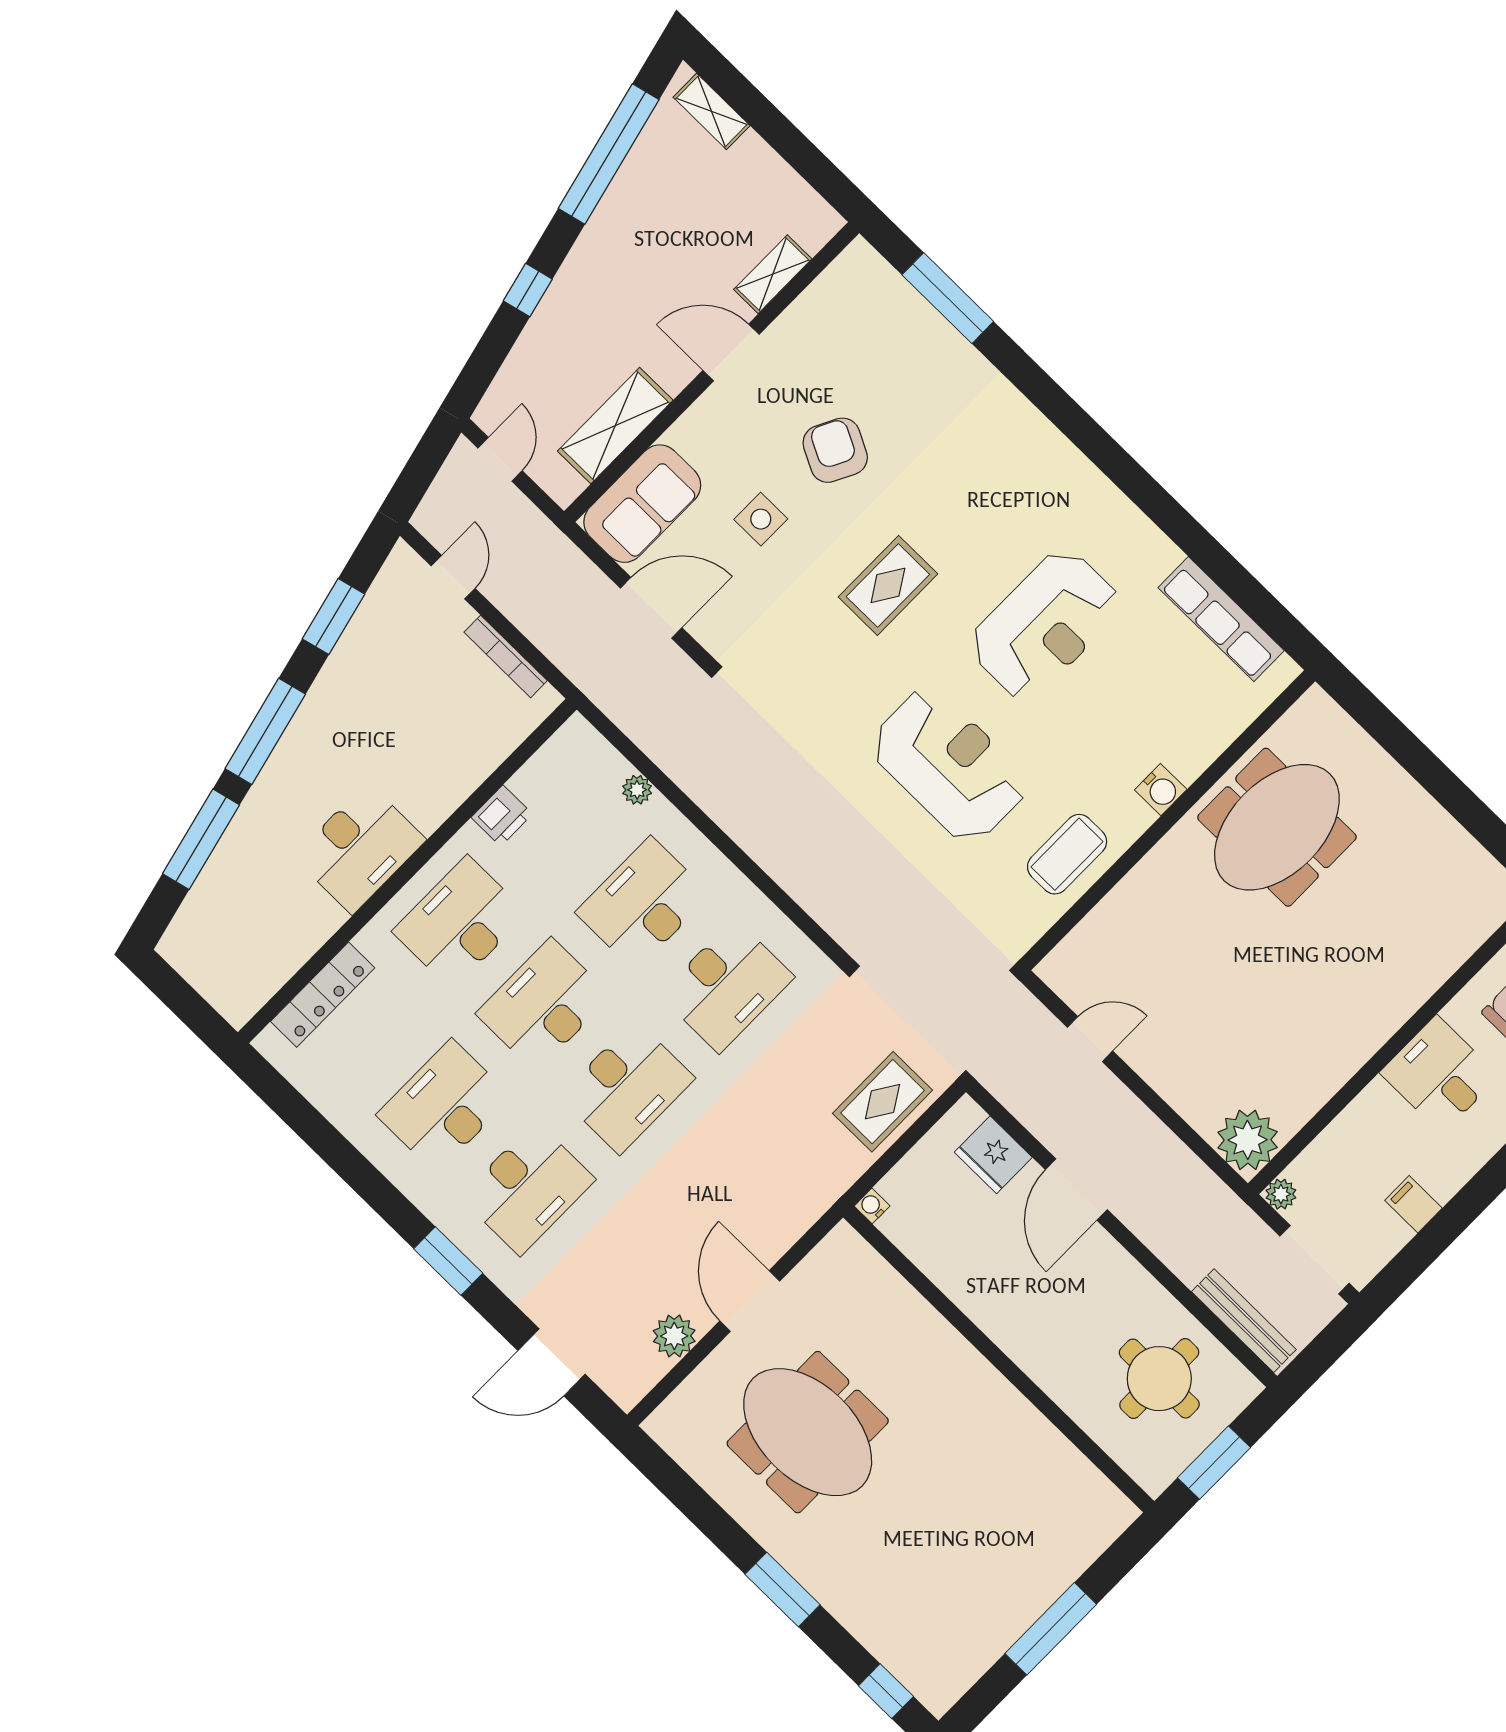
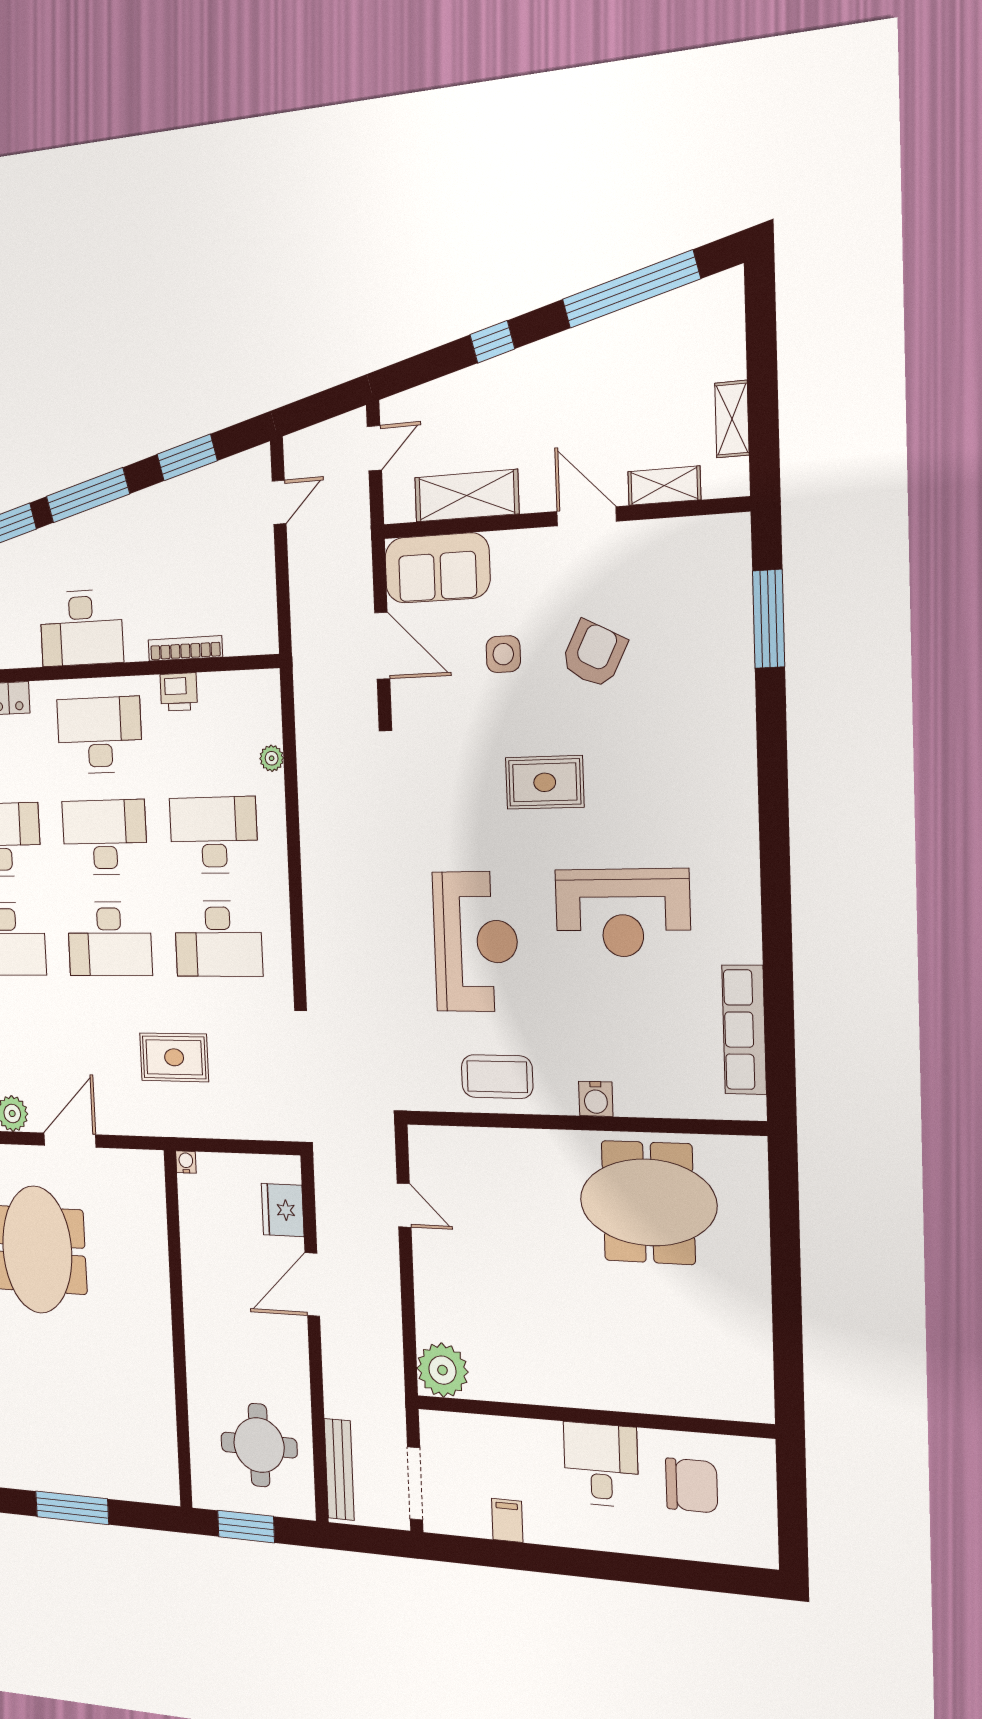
shelving: (712, 111) -> (732, 419), moved
bookcase: (506, 656) -> (185, 648), moved, turned 90
rug: (883, 1102) -> (174, 1057), moved
plant: (1281, 1194) -> (432, 1424), removed

